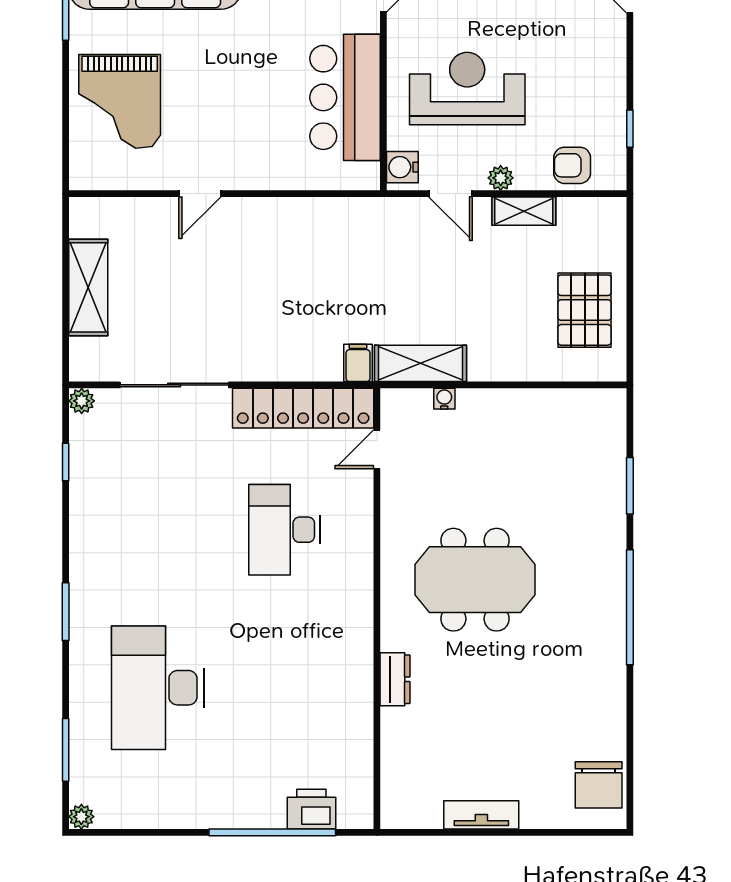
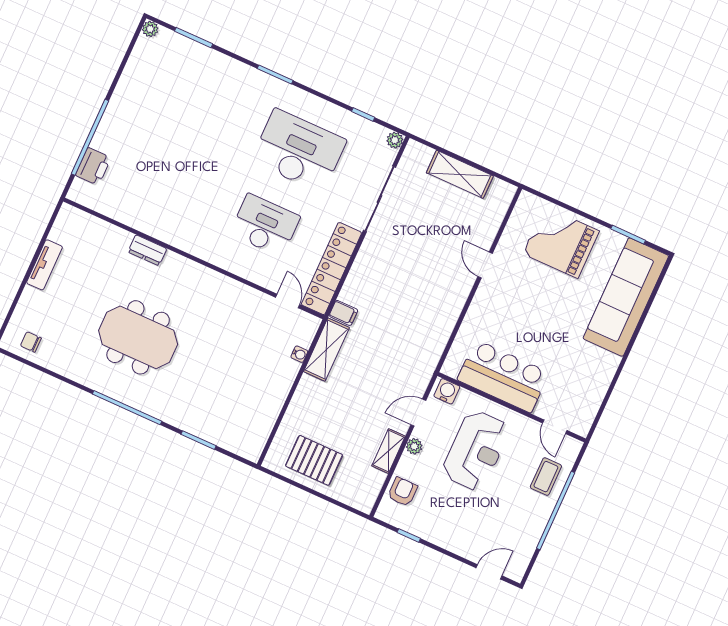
meeting table: (475, 580) -> (138, 337), moved, turned 90
desk: (158, 688) -> (299, 151), moved
chair: (599, 785) -> (31, 342), width x0.54, depth x0.54

